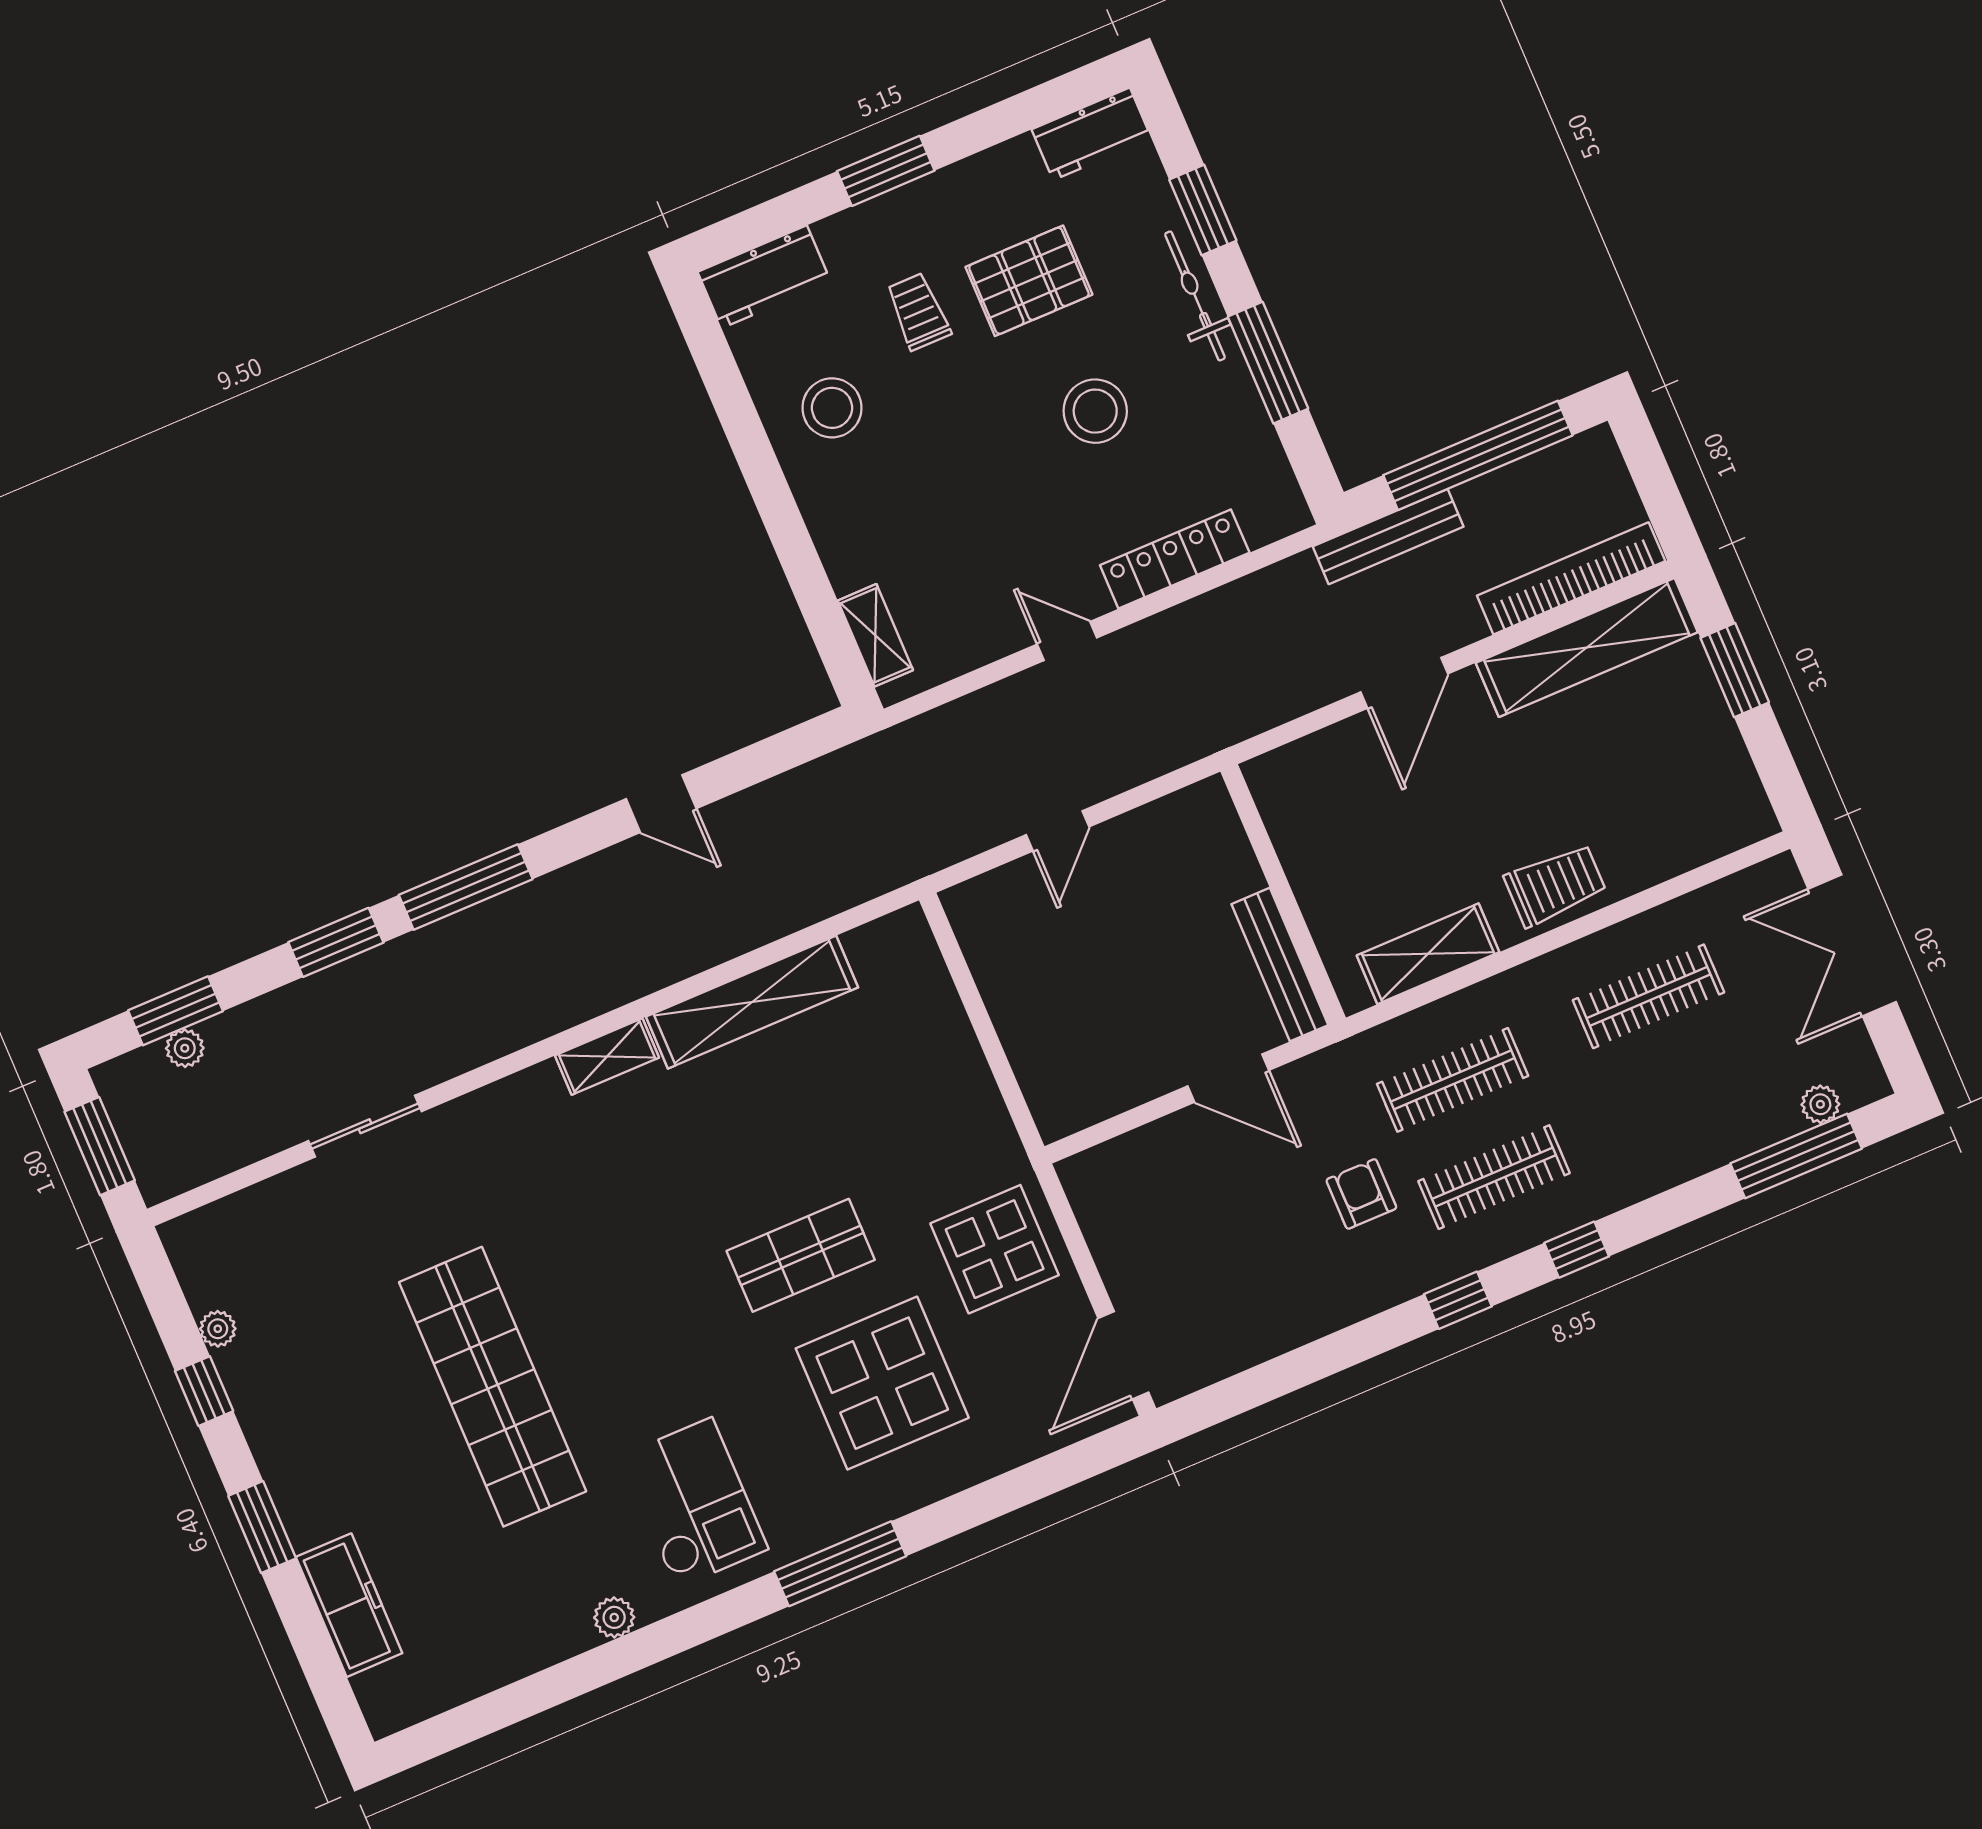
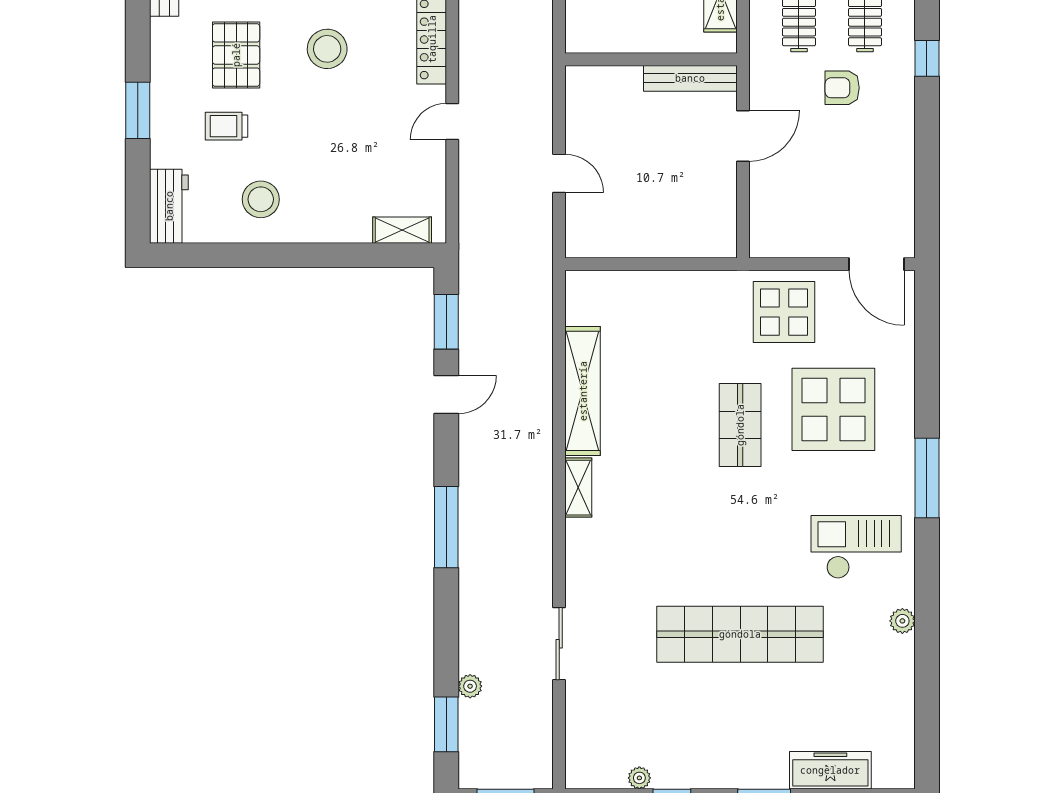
window: (336, 942) -> (446, 322), moved
plant: (185, 1048) -> (470, 686), moved

